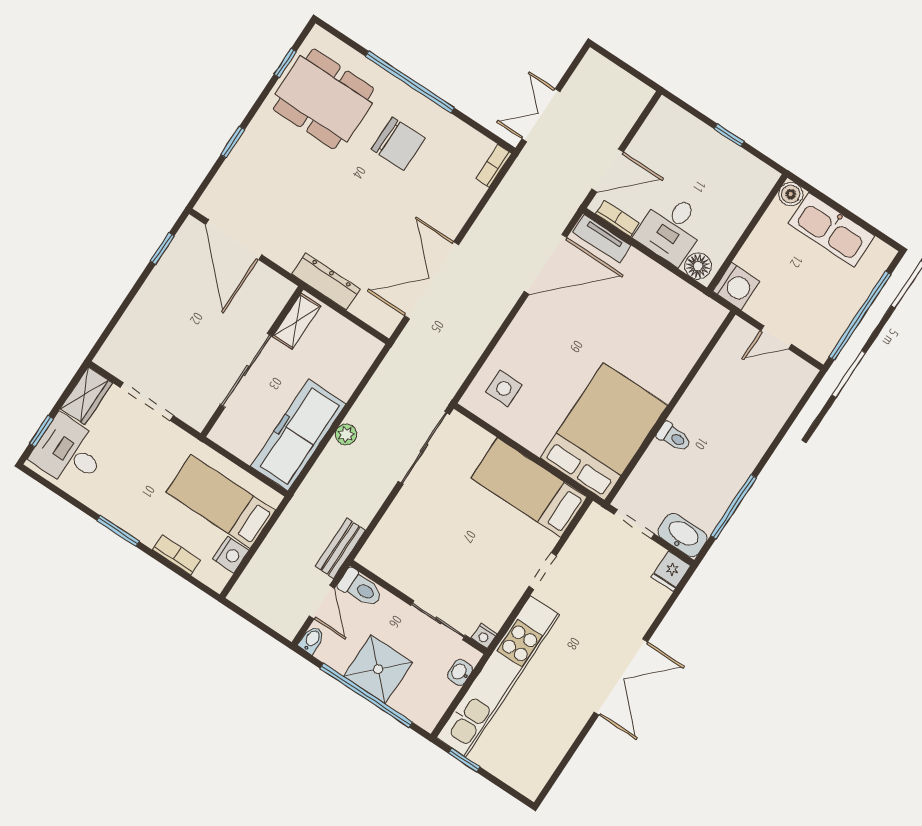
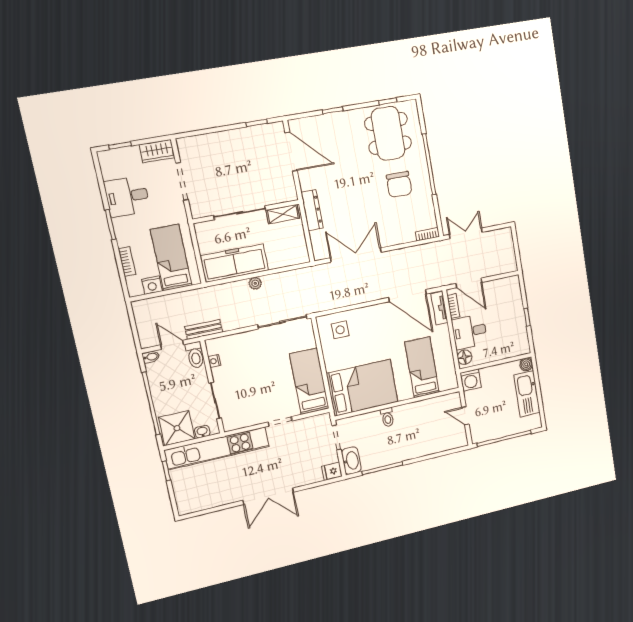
door: (234, 240) -> (291, 152), swing flipped
bed: (655, 333) -> (422, 367), added
desk: (69, 452) -> (127, 196), moved, turned -90
door: (322, 602) -> (172, 345), swing flipped
nightstand: (484, 636) -> (214, 361), moved
shower: (378, 669) -> (177, 428), moved

